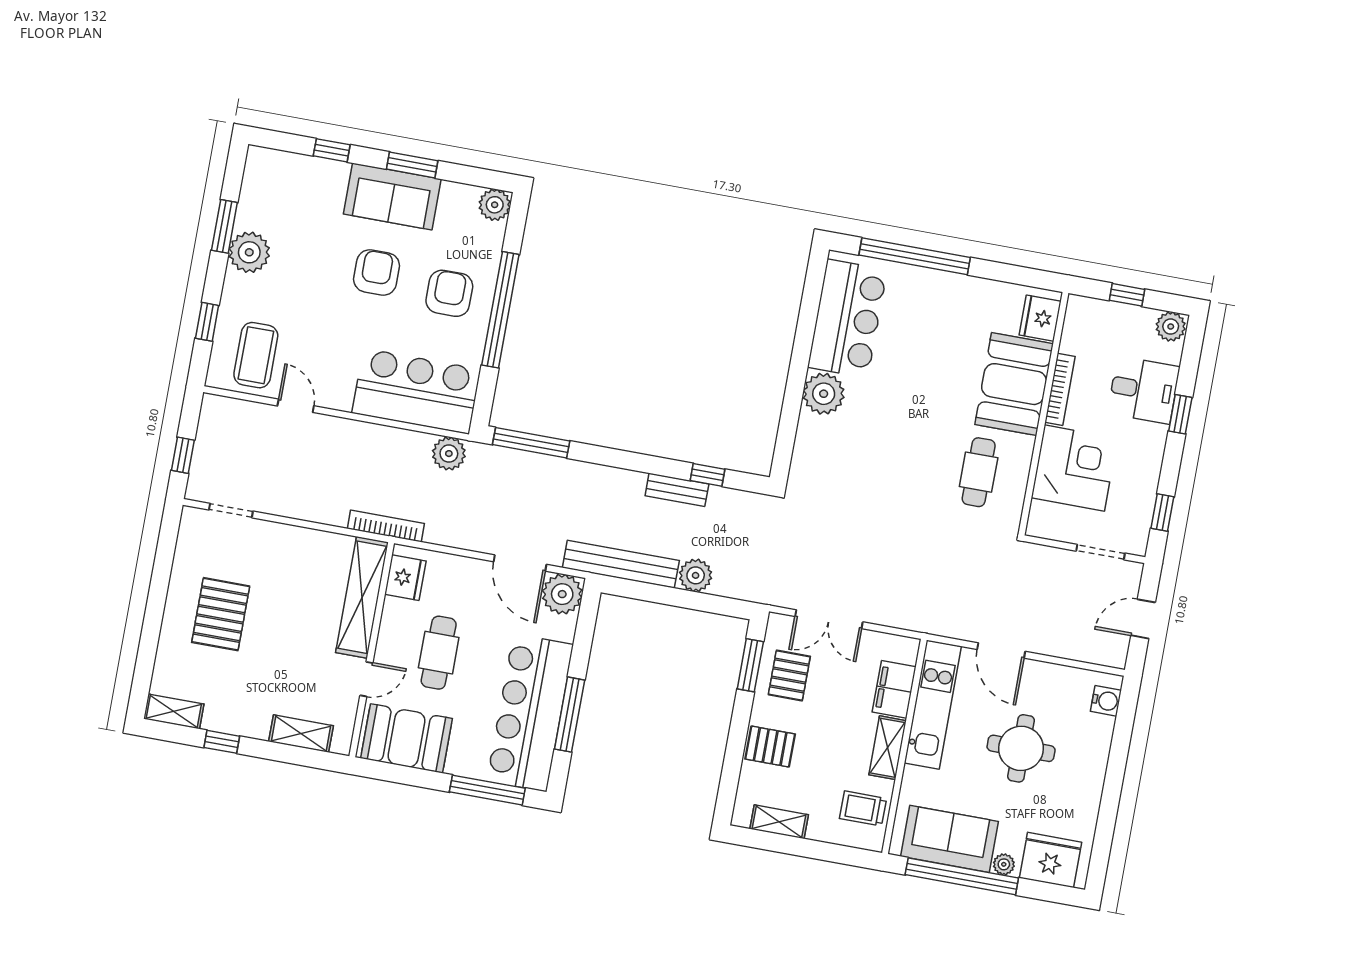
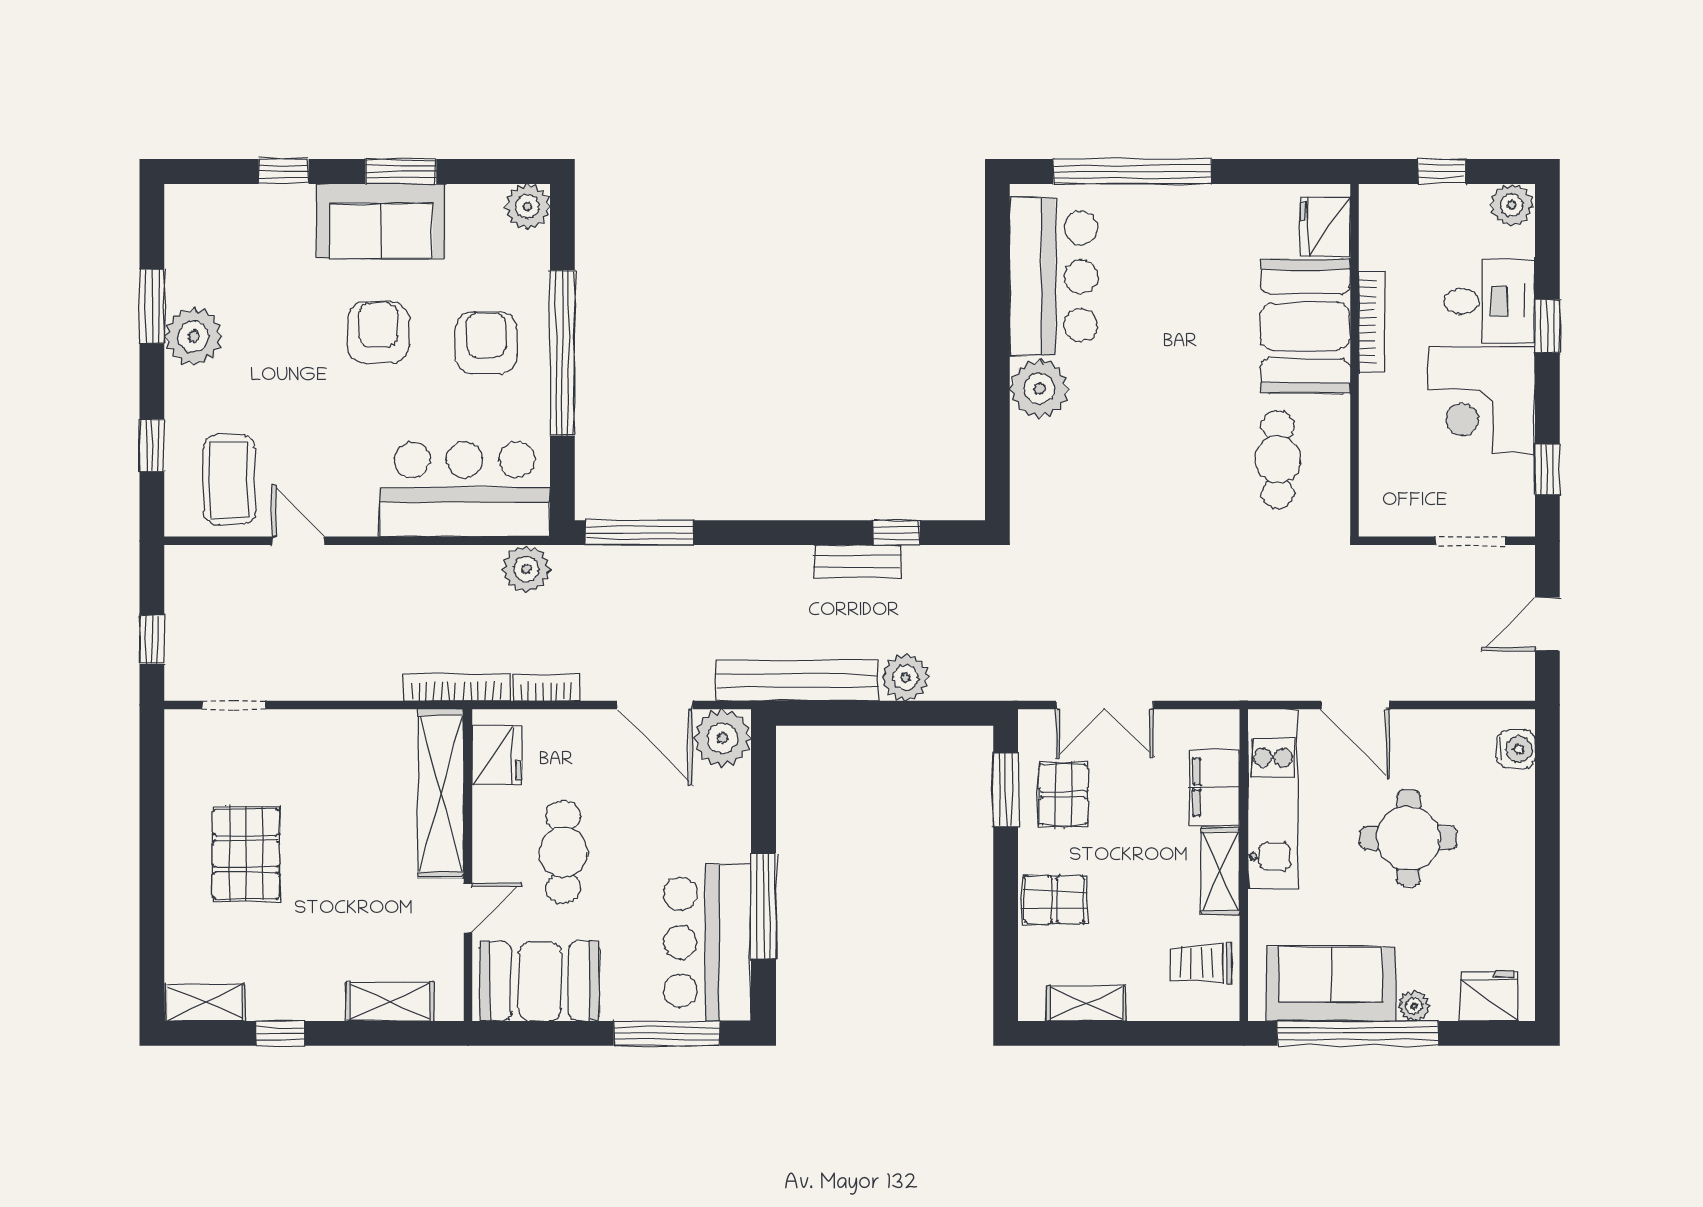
corner desk: (1074, 468) -> (1482, 400), moved, turned 180
bookcase: (448, 538) -> (546, 688), added
bar counter: (530, 713) -> (707, 942), width x0.73
fridge: (1051, 860) -> (1489, 996), width x0.73, depth x0.75

